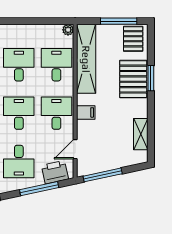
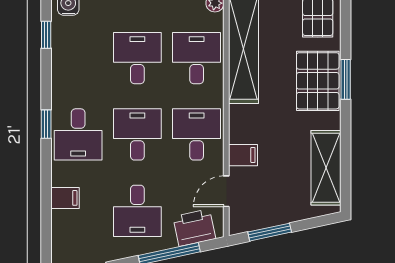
filing cabinet: (86, 112) -> (243, 155), moved
shelving: (141, 134) -> (326, 168), width x1.50, depth x1.33
window: (103, 175) -> (270, 232), width x0.69

